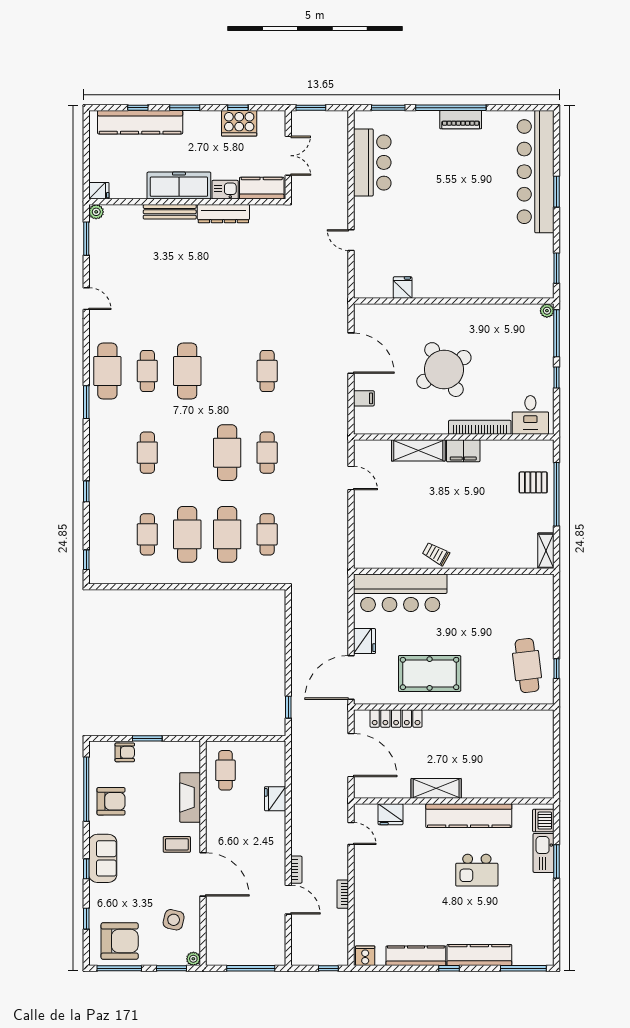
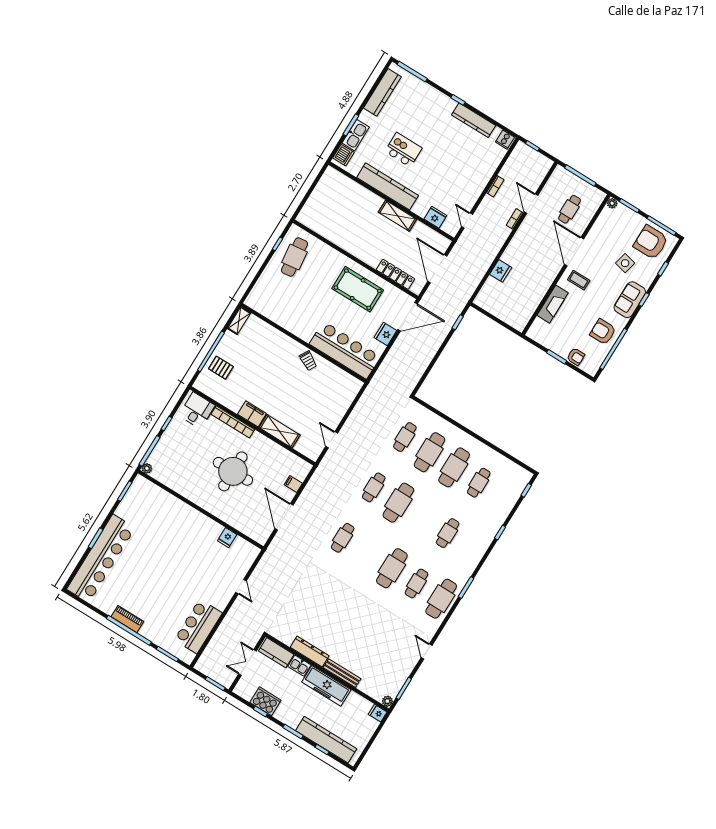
round table: (444, 370) -> (233, 471), turned 31
armchair: (125, 752) -> (576, 357), turned 180
cafe table: (225, 770) -> (570, 209), moved
side table: (174, 920) -> (625, 263), moved
kitchen counter: (479, 955) -> (382, 92), moved, turned -90

